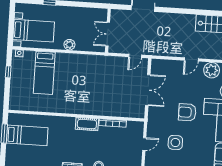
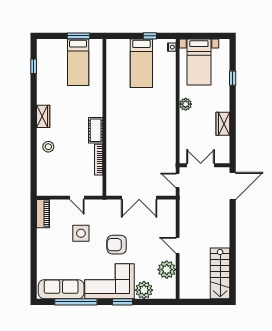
wardrobe: (88, 13) -> (223, 124), added
wall: (108, 31) -> (205, 165), moved
double door: (108, 34) -> (201, 165), moved
bed: (44, 73) -> (141, 63), moved, turned -90
armchair: (187, 112) -> (117, 245), turned -90

